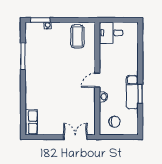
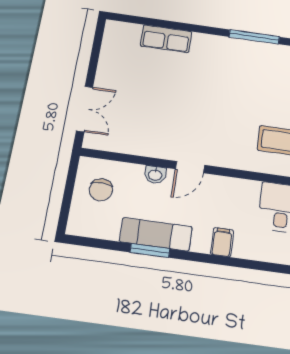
filing cabinet: (132, 60) -> (222, 242), added
door: (97, 80) -> (190, 167), swing flipped
row of seats: (31, 122) -> (166, 39), moved

